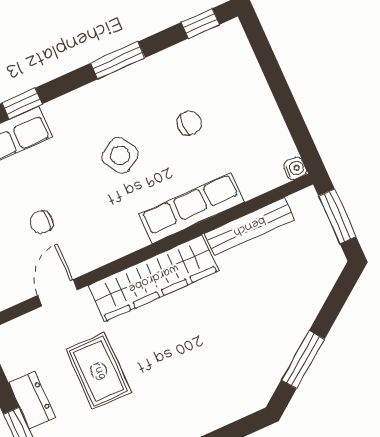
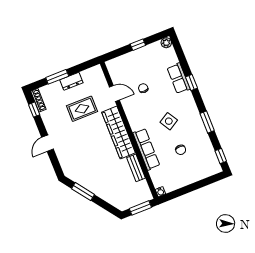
bench: (249, 226) -> (136, 168), width x0.73

